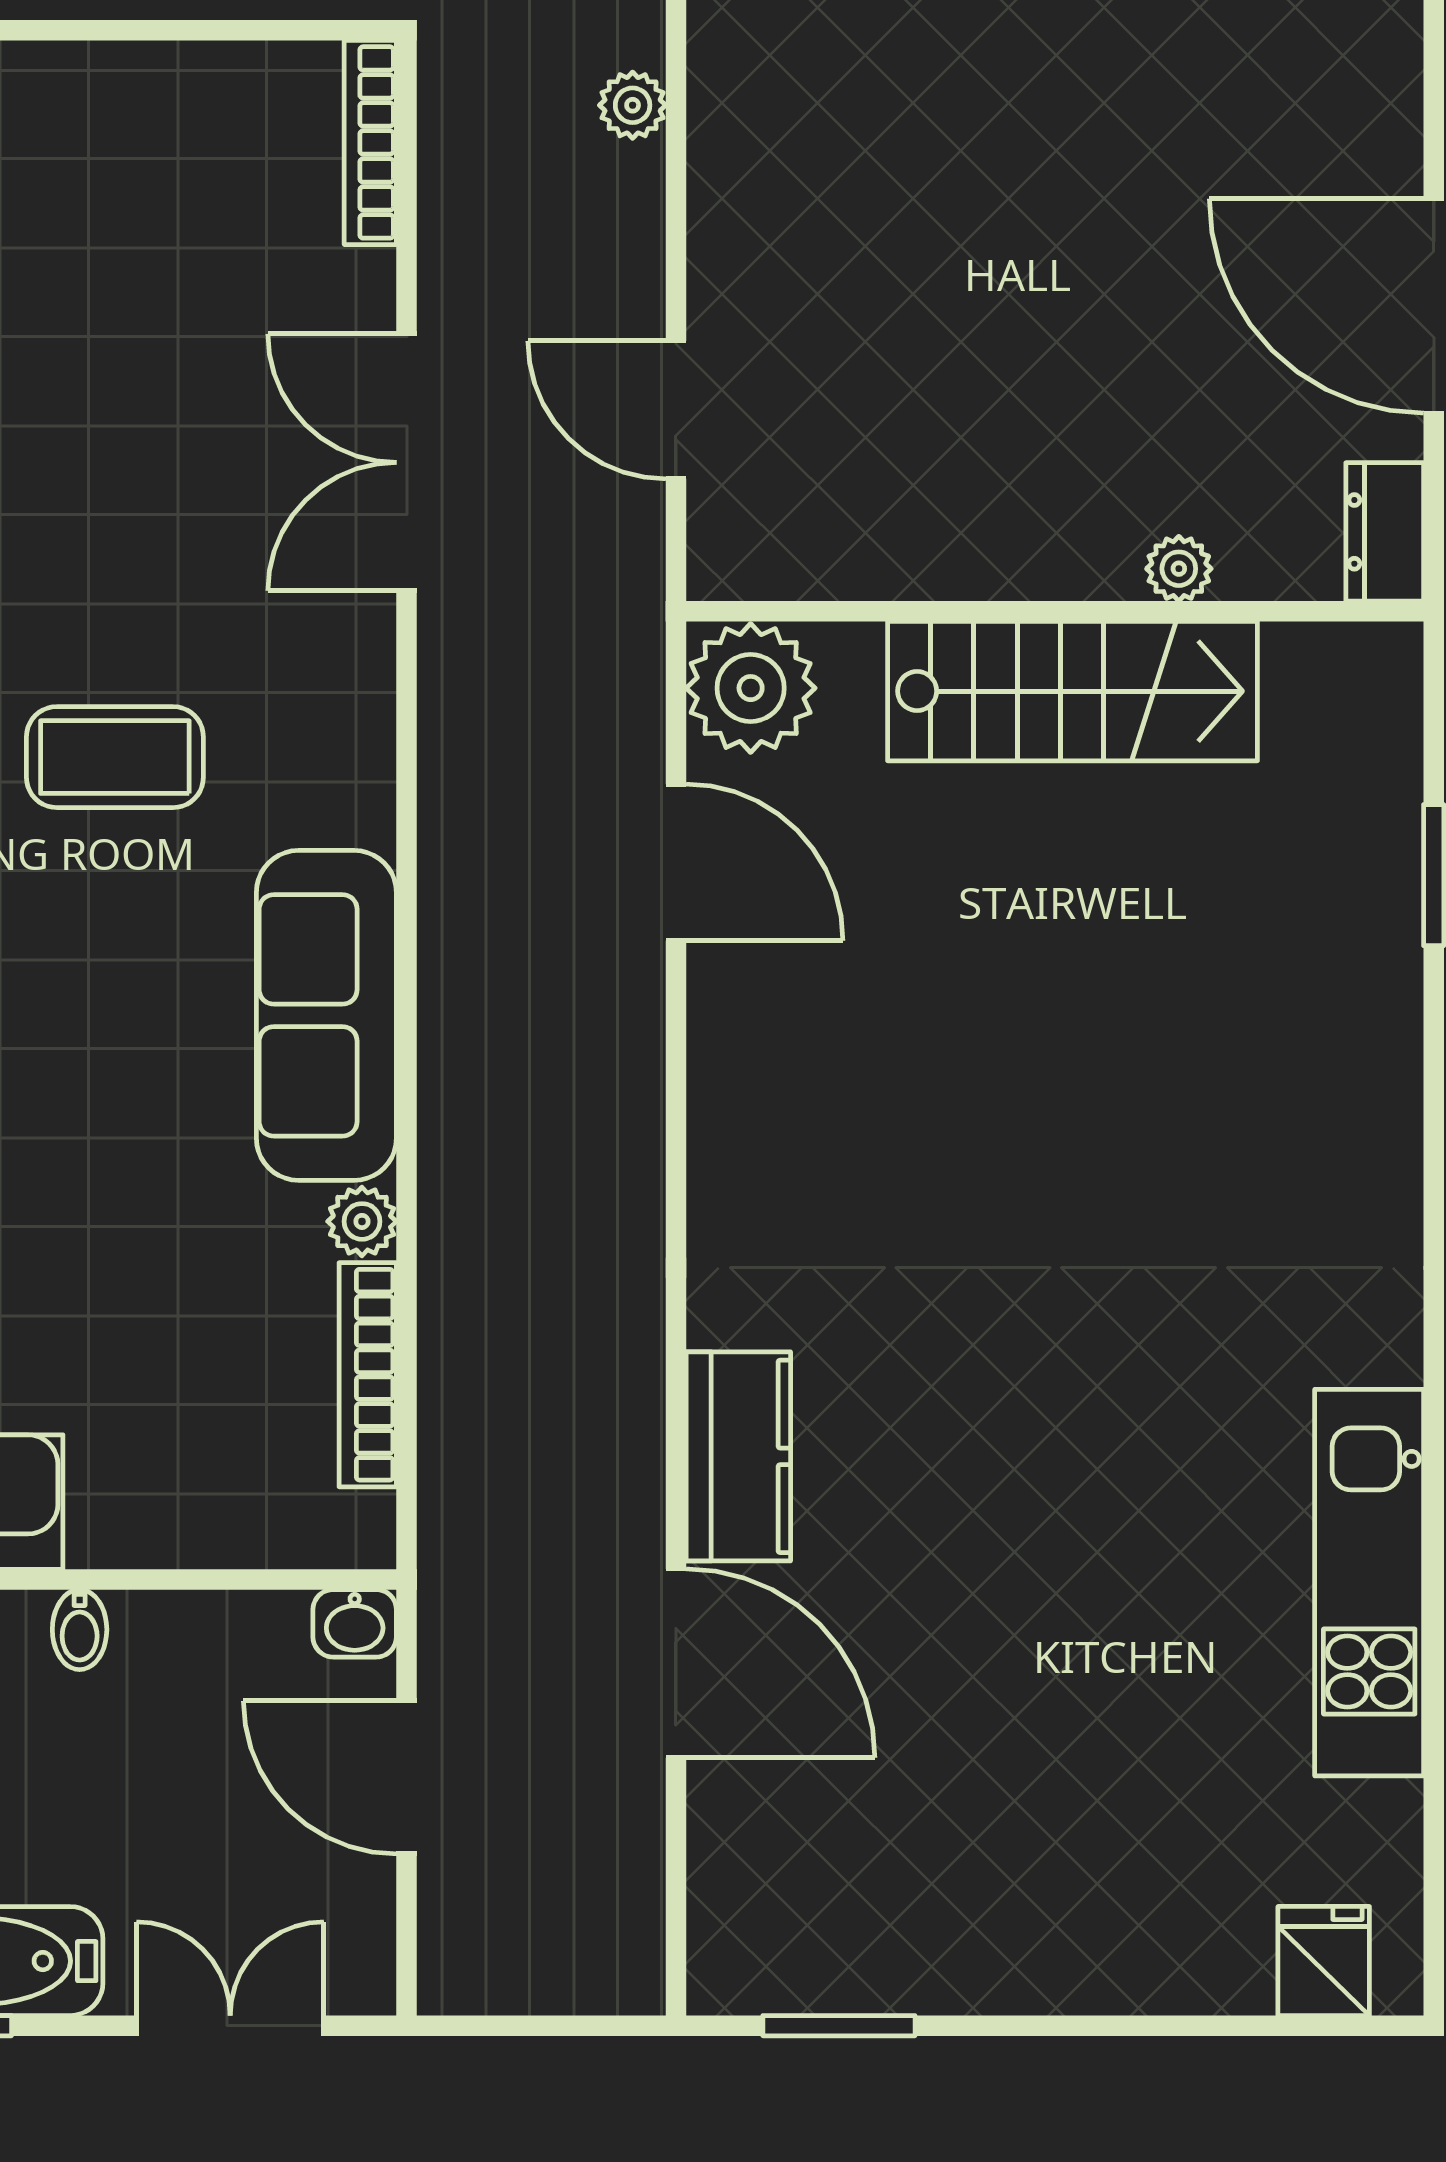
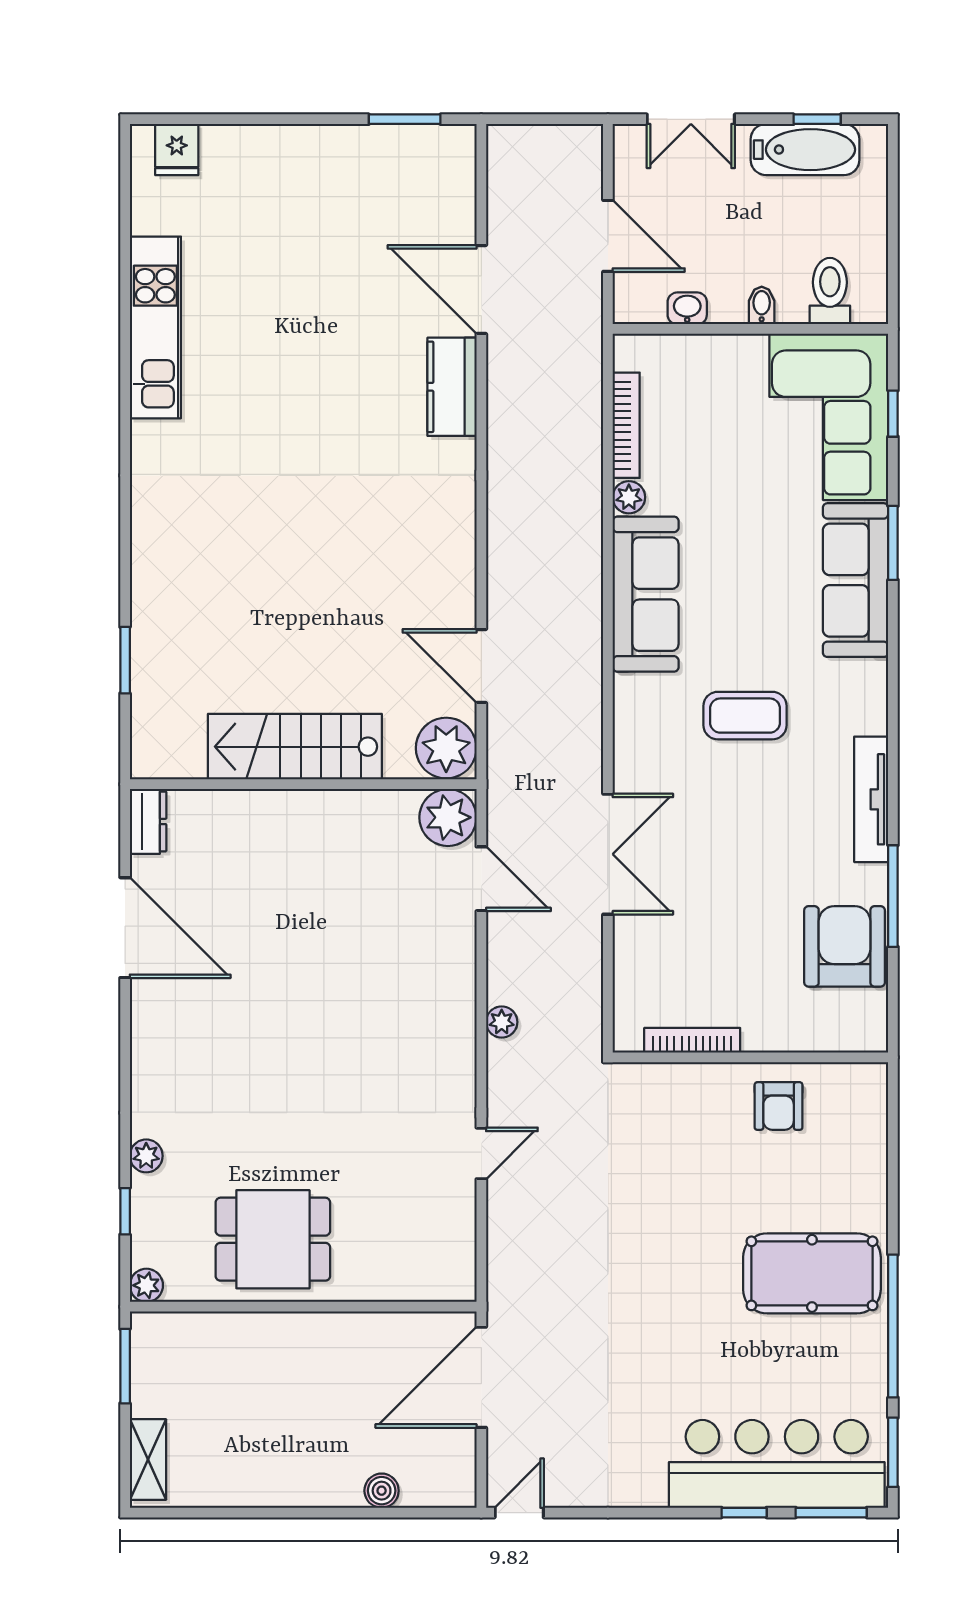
bookcase: (370, 142) -> (692, 1040), moved, turned -90
plant: (1179, 569) -> (448, 817), moved, width x1.87, depth x1.87
washbasin: (355, 1623) -> (687, 308), moved

